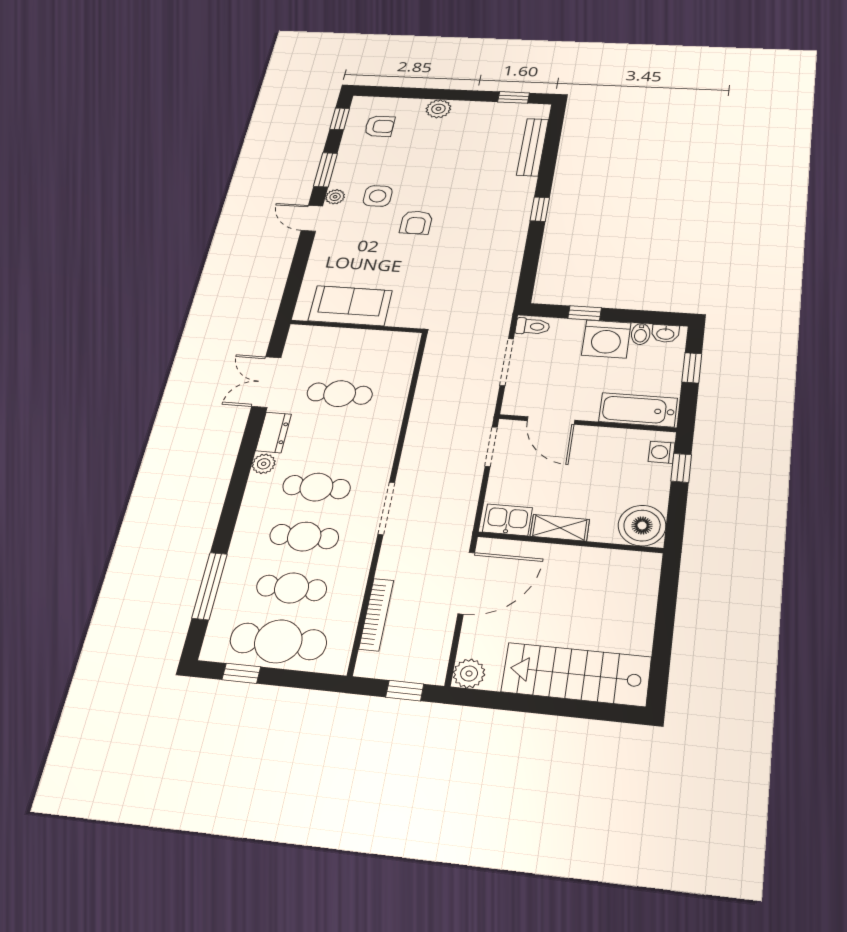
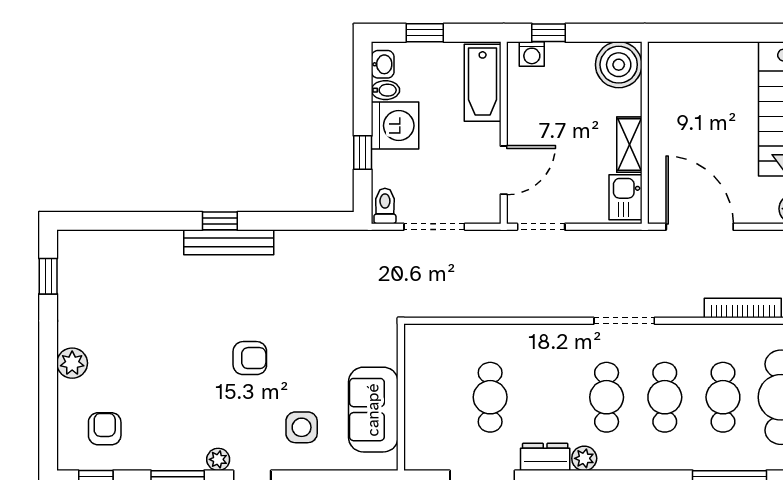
bench: (533, 147) -> (229, 242), moved
side table: (378, 196) -> (302, 427), moved

